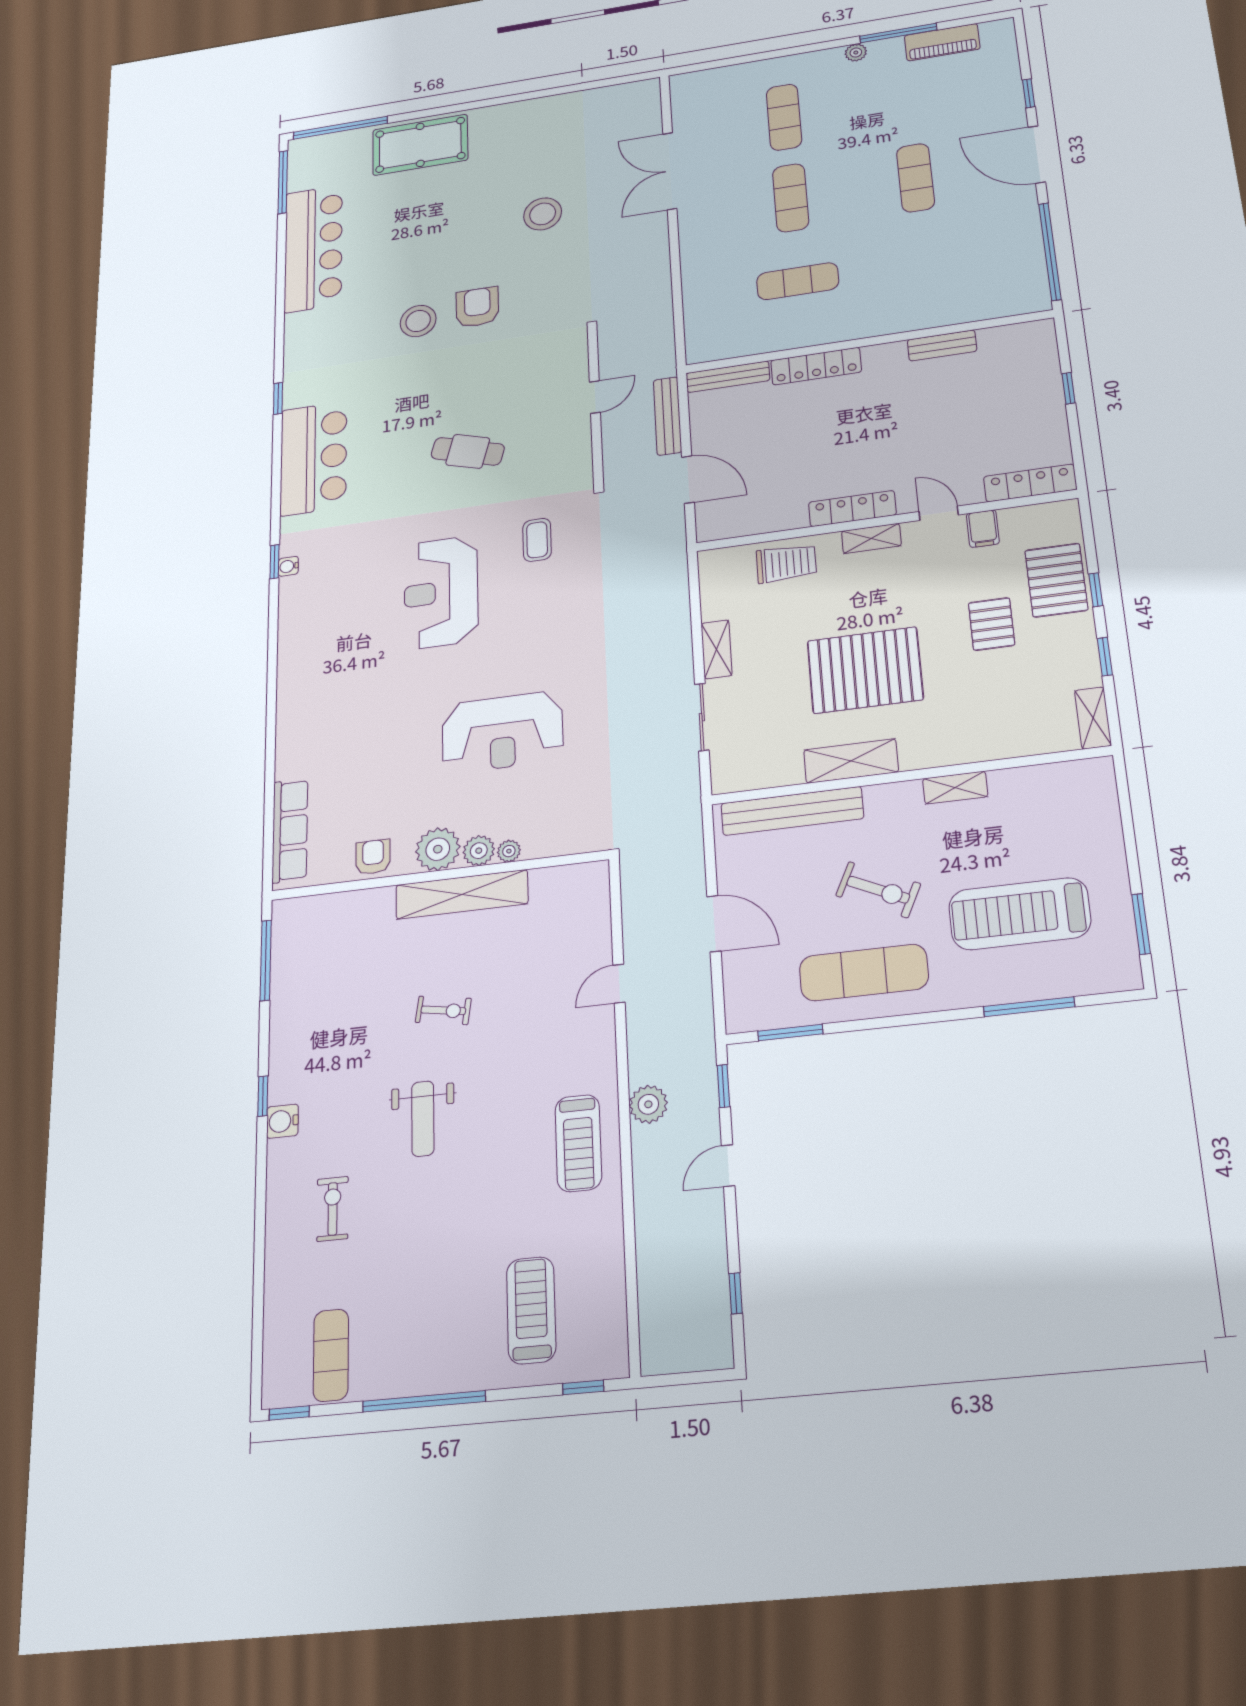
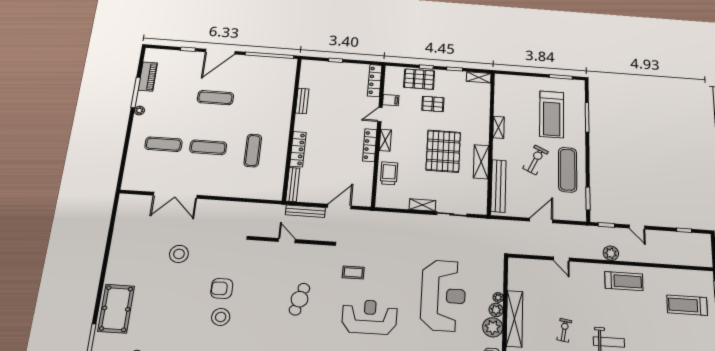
reception desk: (441, 592) -> (370, 317), turned 180
reception desk: (502, 732) -> (443, 295), width x1.36, depth x1.30

